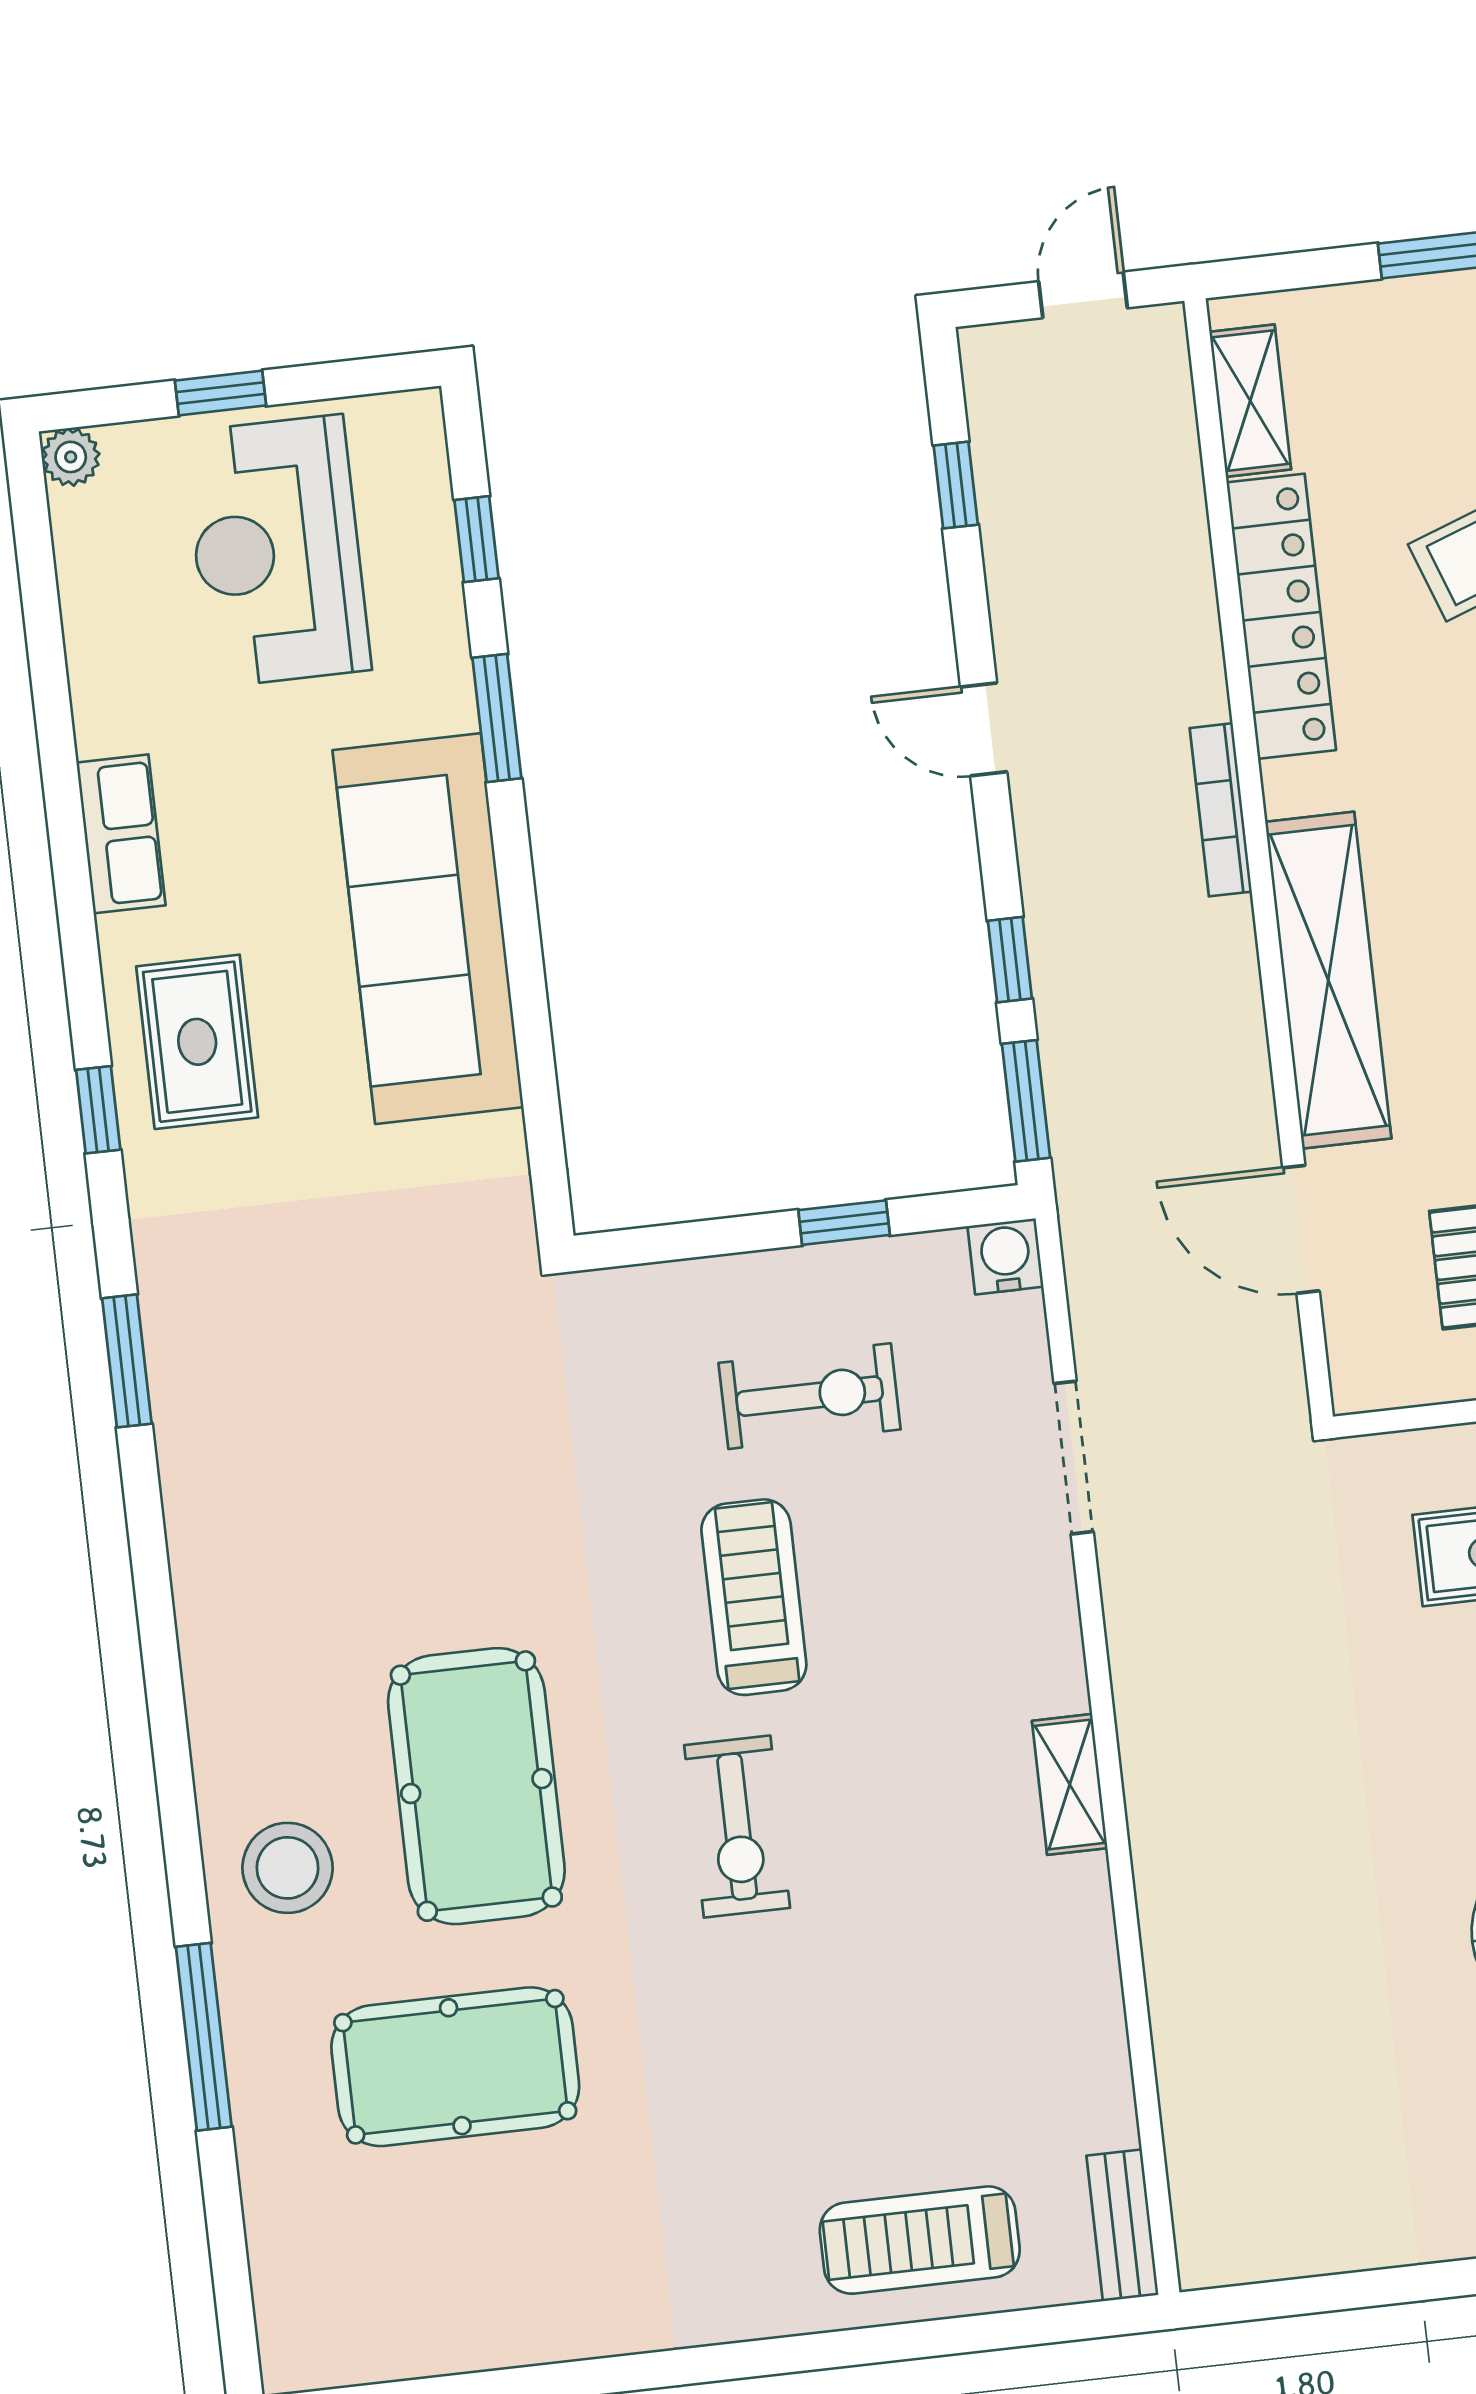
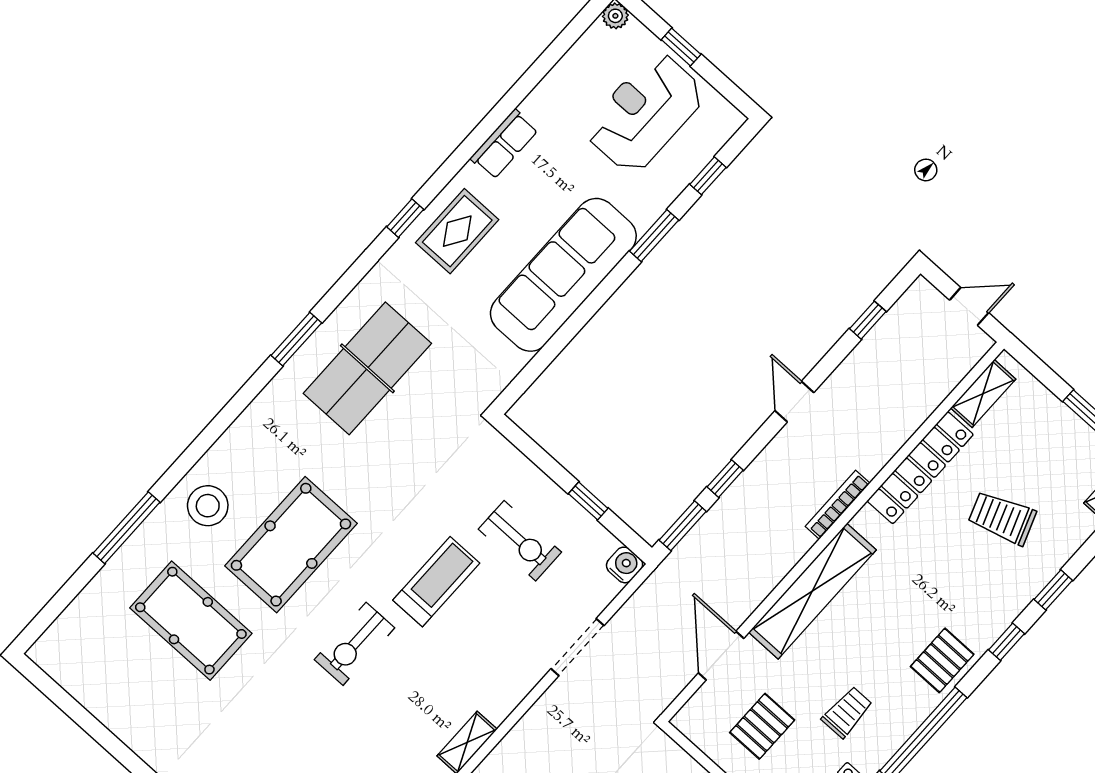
window: (127, 1361) -> (296, 339), moved
table tennis table: (294, 1396) -> (367, 368), added

